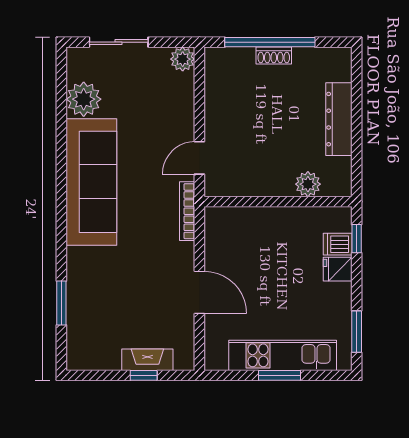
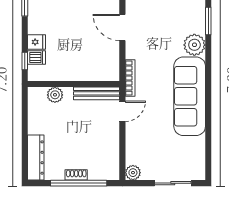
plant: (84, 99) -> (194, 45), moved
dresser: (339, 119) -> (36, 158), moved
bench: (241, 186) -> (97, 93), added

